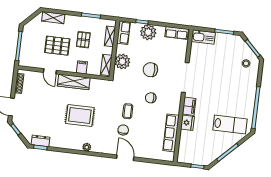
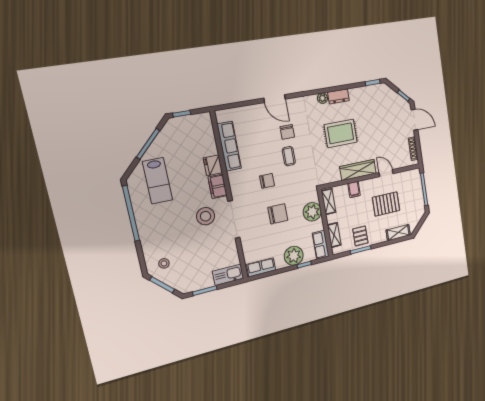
pallet: (83, 40) -> (360, 236), moved
stool: (205, 87) -> (206, 216), added
lab bench: (230, 124) -> (158, 181), turned -90
dresser: (41, 141) -> (338, 96), moved

